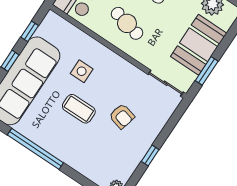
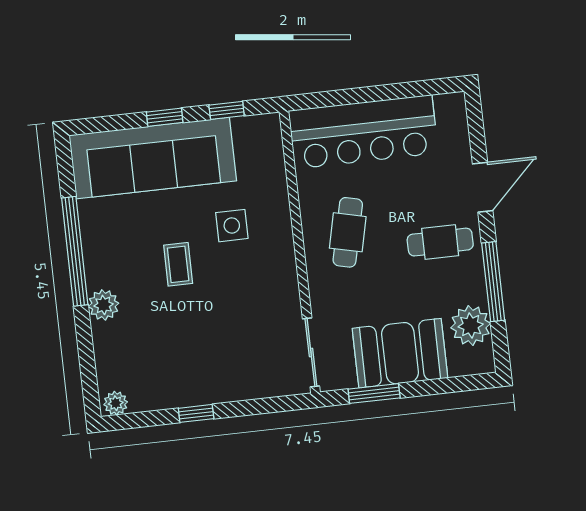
coffee table: (79, 109) -> (178, 264), width x0.73, depth x0.77
armchair: (122, 116) -> (217, 331), removed
plant: (69, 156) -> (104, 305), added

